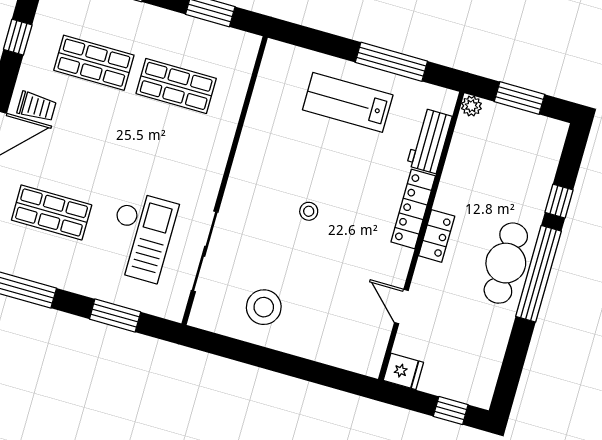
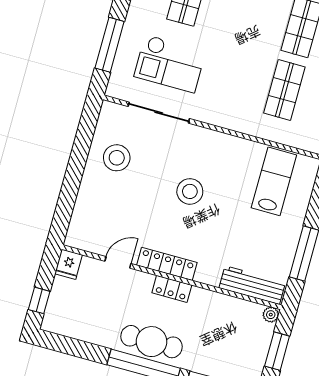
lab bench: (348, 102) -> (274, 181), moved
workbench: (429, 141) -> (252, 285), width x1.38
locker: (413, 209) -> (167, 264), moved
stool: (309, 211) -> (190, 191), width x1.89, depth x1.89
window: (115, 316) -> (110, 45), width x1.44

